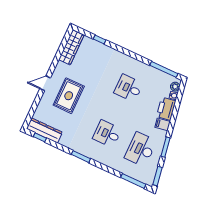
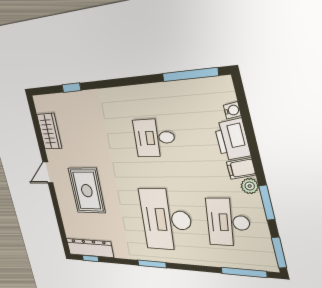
wardrobe: (71, 47) -> (49, 131), width x0.67
door: (45, 83) -> (48, 173), moved
plant: (175, 87) -> (250, 186), moved
desk: (107, 134) -> (166, 220), width x1.87, depth x1.30

